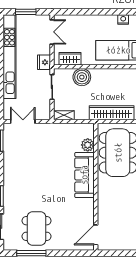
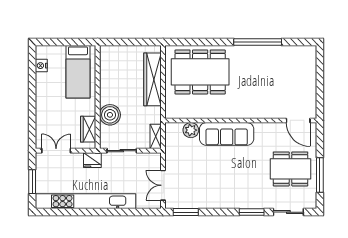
plant: (88, 145) -> (191, 130), moved
sofa: (84, 175) -> (227, 134), moved
wall: (96, 187) -> (241, 120), moved
door: (96, 235) -> (298, 120), moved

